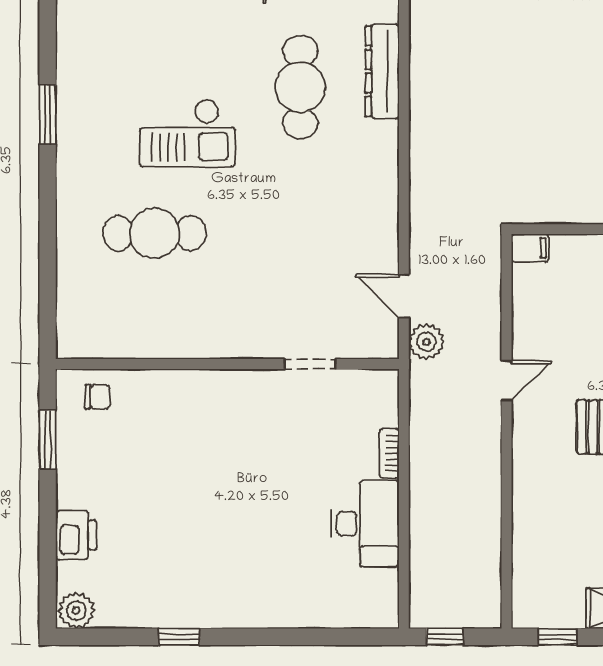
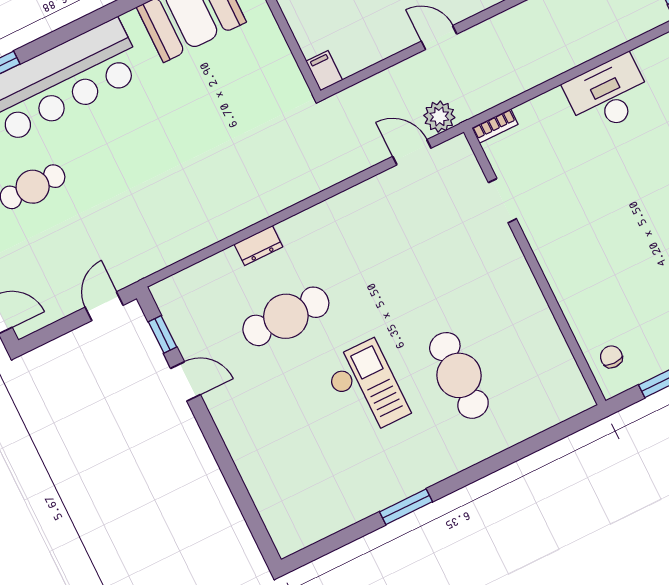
dresser: (382, 71) -> (258, 246), width x0.51, depth x0.80
door: (404, 296) -> (412, 152), swing flipped
bookcase: (389, 453) -> (495, 126), moved

